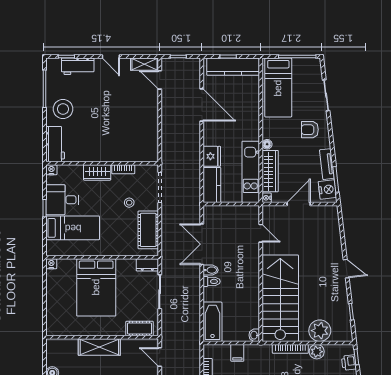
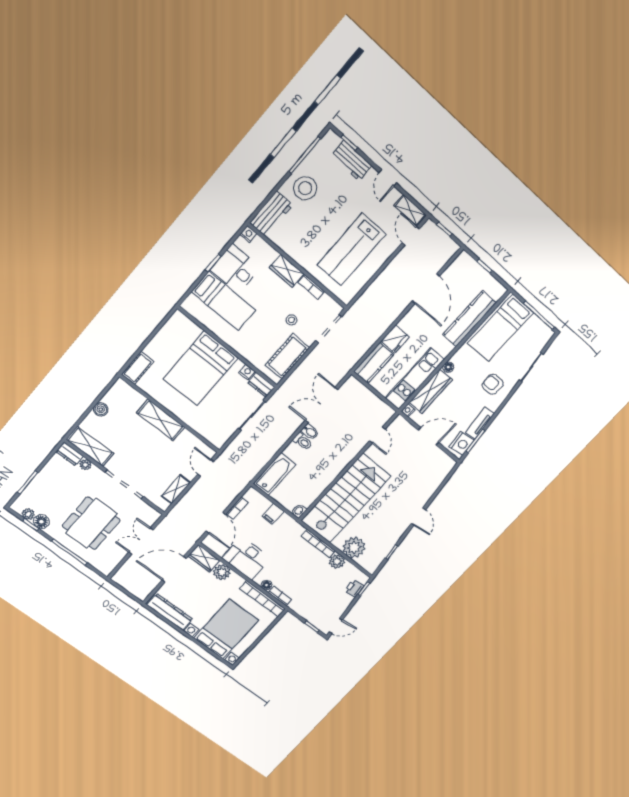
kitchen counter: (233, 67) -> (469, 319), moved, turned 90
lab bench: (128, 122) -> (352, 250), added
nightstand: (51, 264) -> (247, 372), moved
cot: (140, 329) -> (138, 368), moved, turned 90

